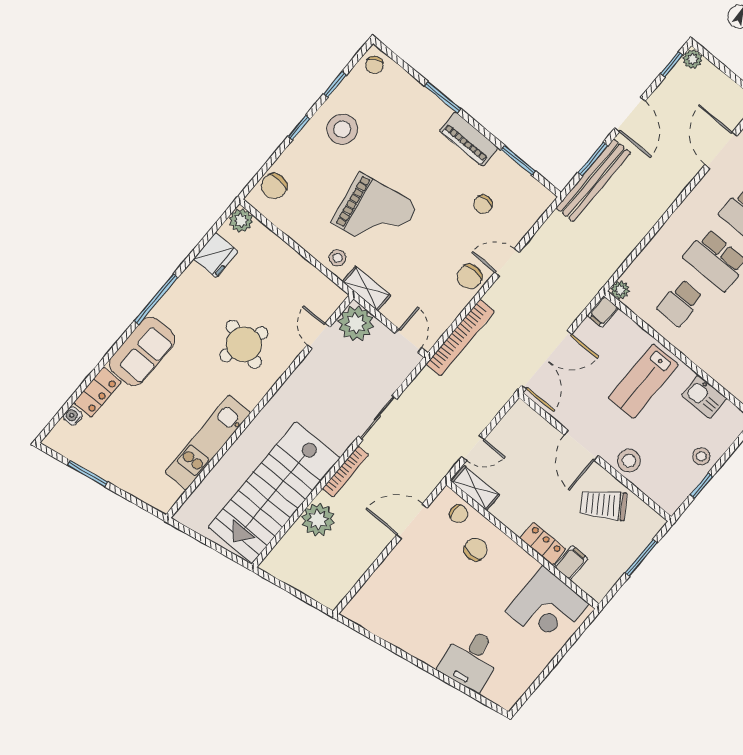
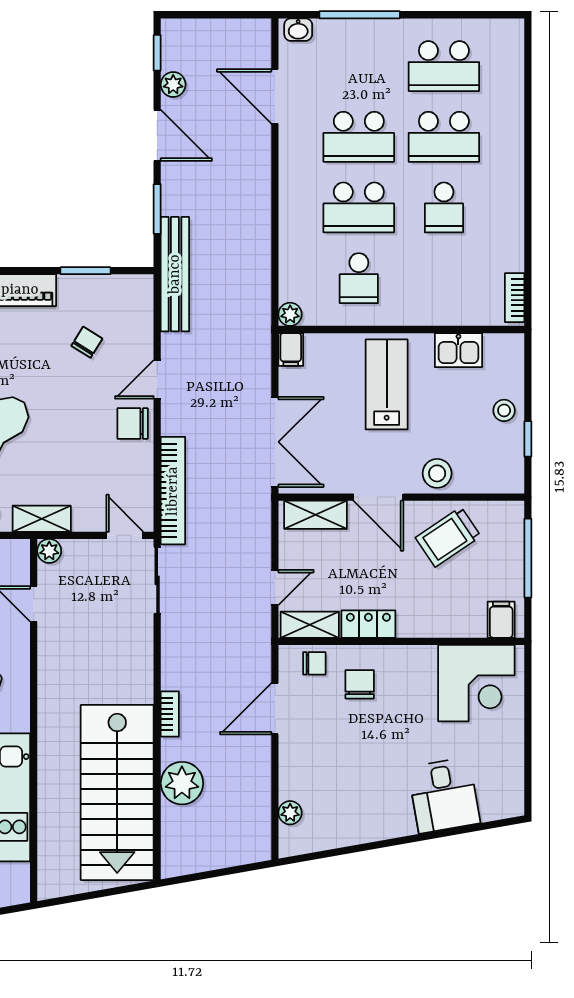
plant: (693, 59) -> (173, 84), moved
bench: (593, 180) -> (175, 274), moved
chair: (483, 204) -> (87, 342), turned -148
chair: (470, 277) -> (133, 423), turned 90
plant: (356, 323) -> (49, 551), width x0.53, depth x0.53
lab bench: (643, 381) -> (387, 384), turned 180
sliding door: (377, 418) -> (157, 580), moved
shelving: (534, 424) -> (316, 515), added
bookcase: (345, 472) -> (170, 714), width x0.64
locker: (543, 544) -> (368, 624), moved
window: (641, 558) -> (528, 558), width x1.44
filing cabinet: (571, 563) -> (501, 620), moved
plant: (368, 592) -> (290, 813), added

